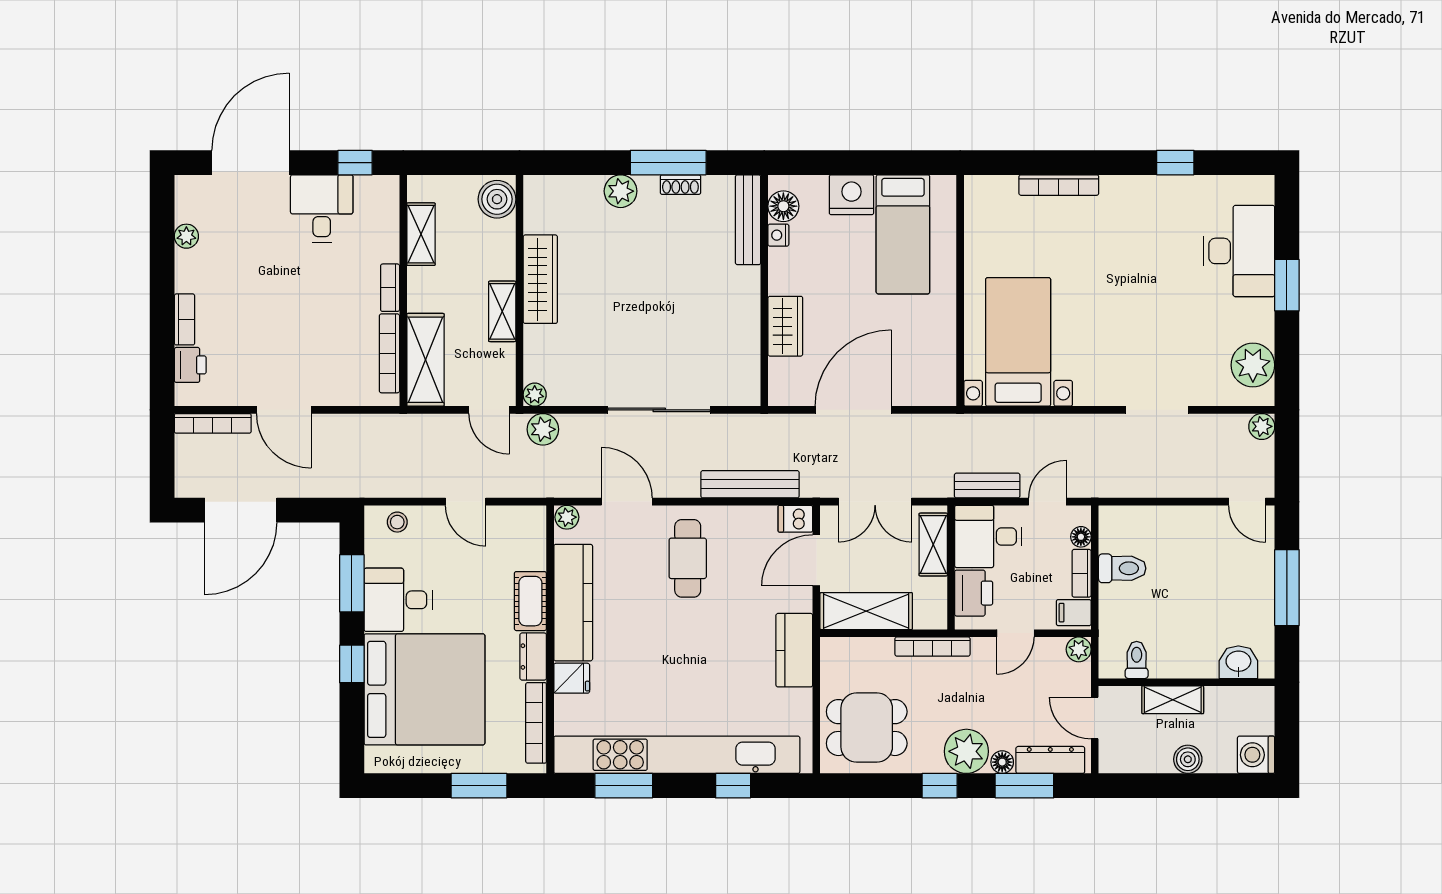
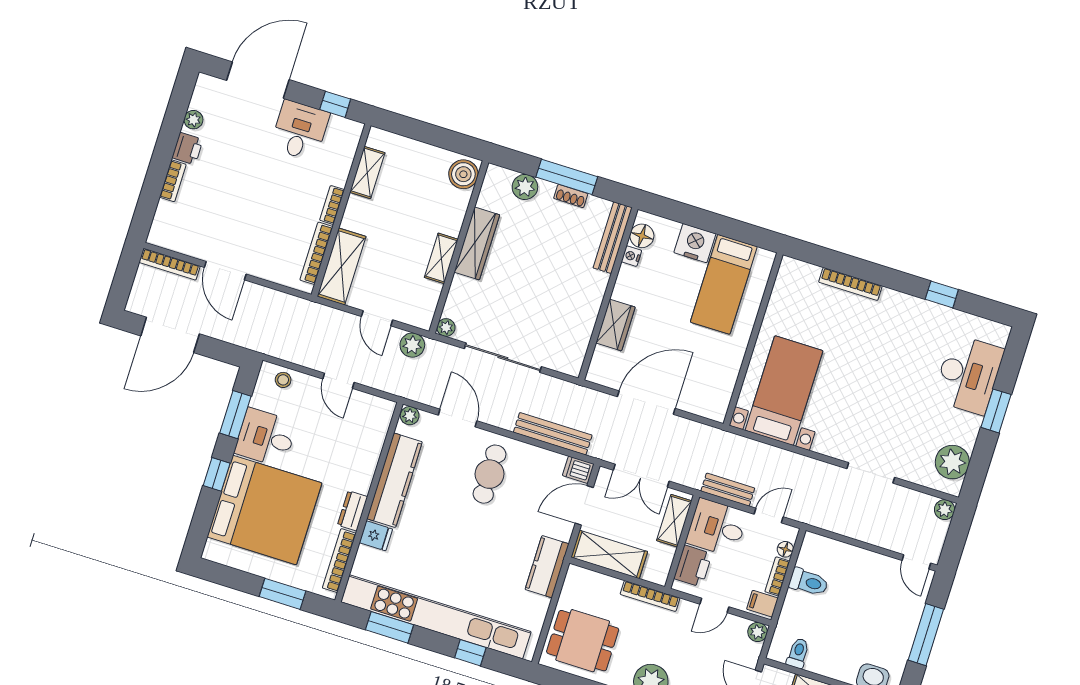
boiler: (497, 199) -> (463, 174), moved
wardrobe: (540, 279) -> (477, 243), moved
wall: (519, 291) -> (459, 247), moved
shelving: (502, 311) -> (441, 258), moved
printer: (190, 365) -> (187, 149), moved
plant: (535, 395) -> (446, 327), moved
cot: (530, 601) -> (363, 469), removed

